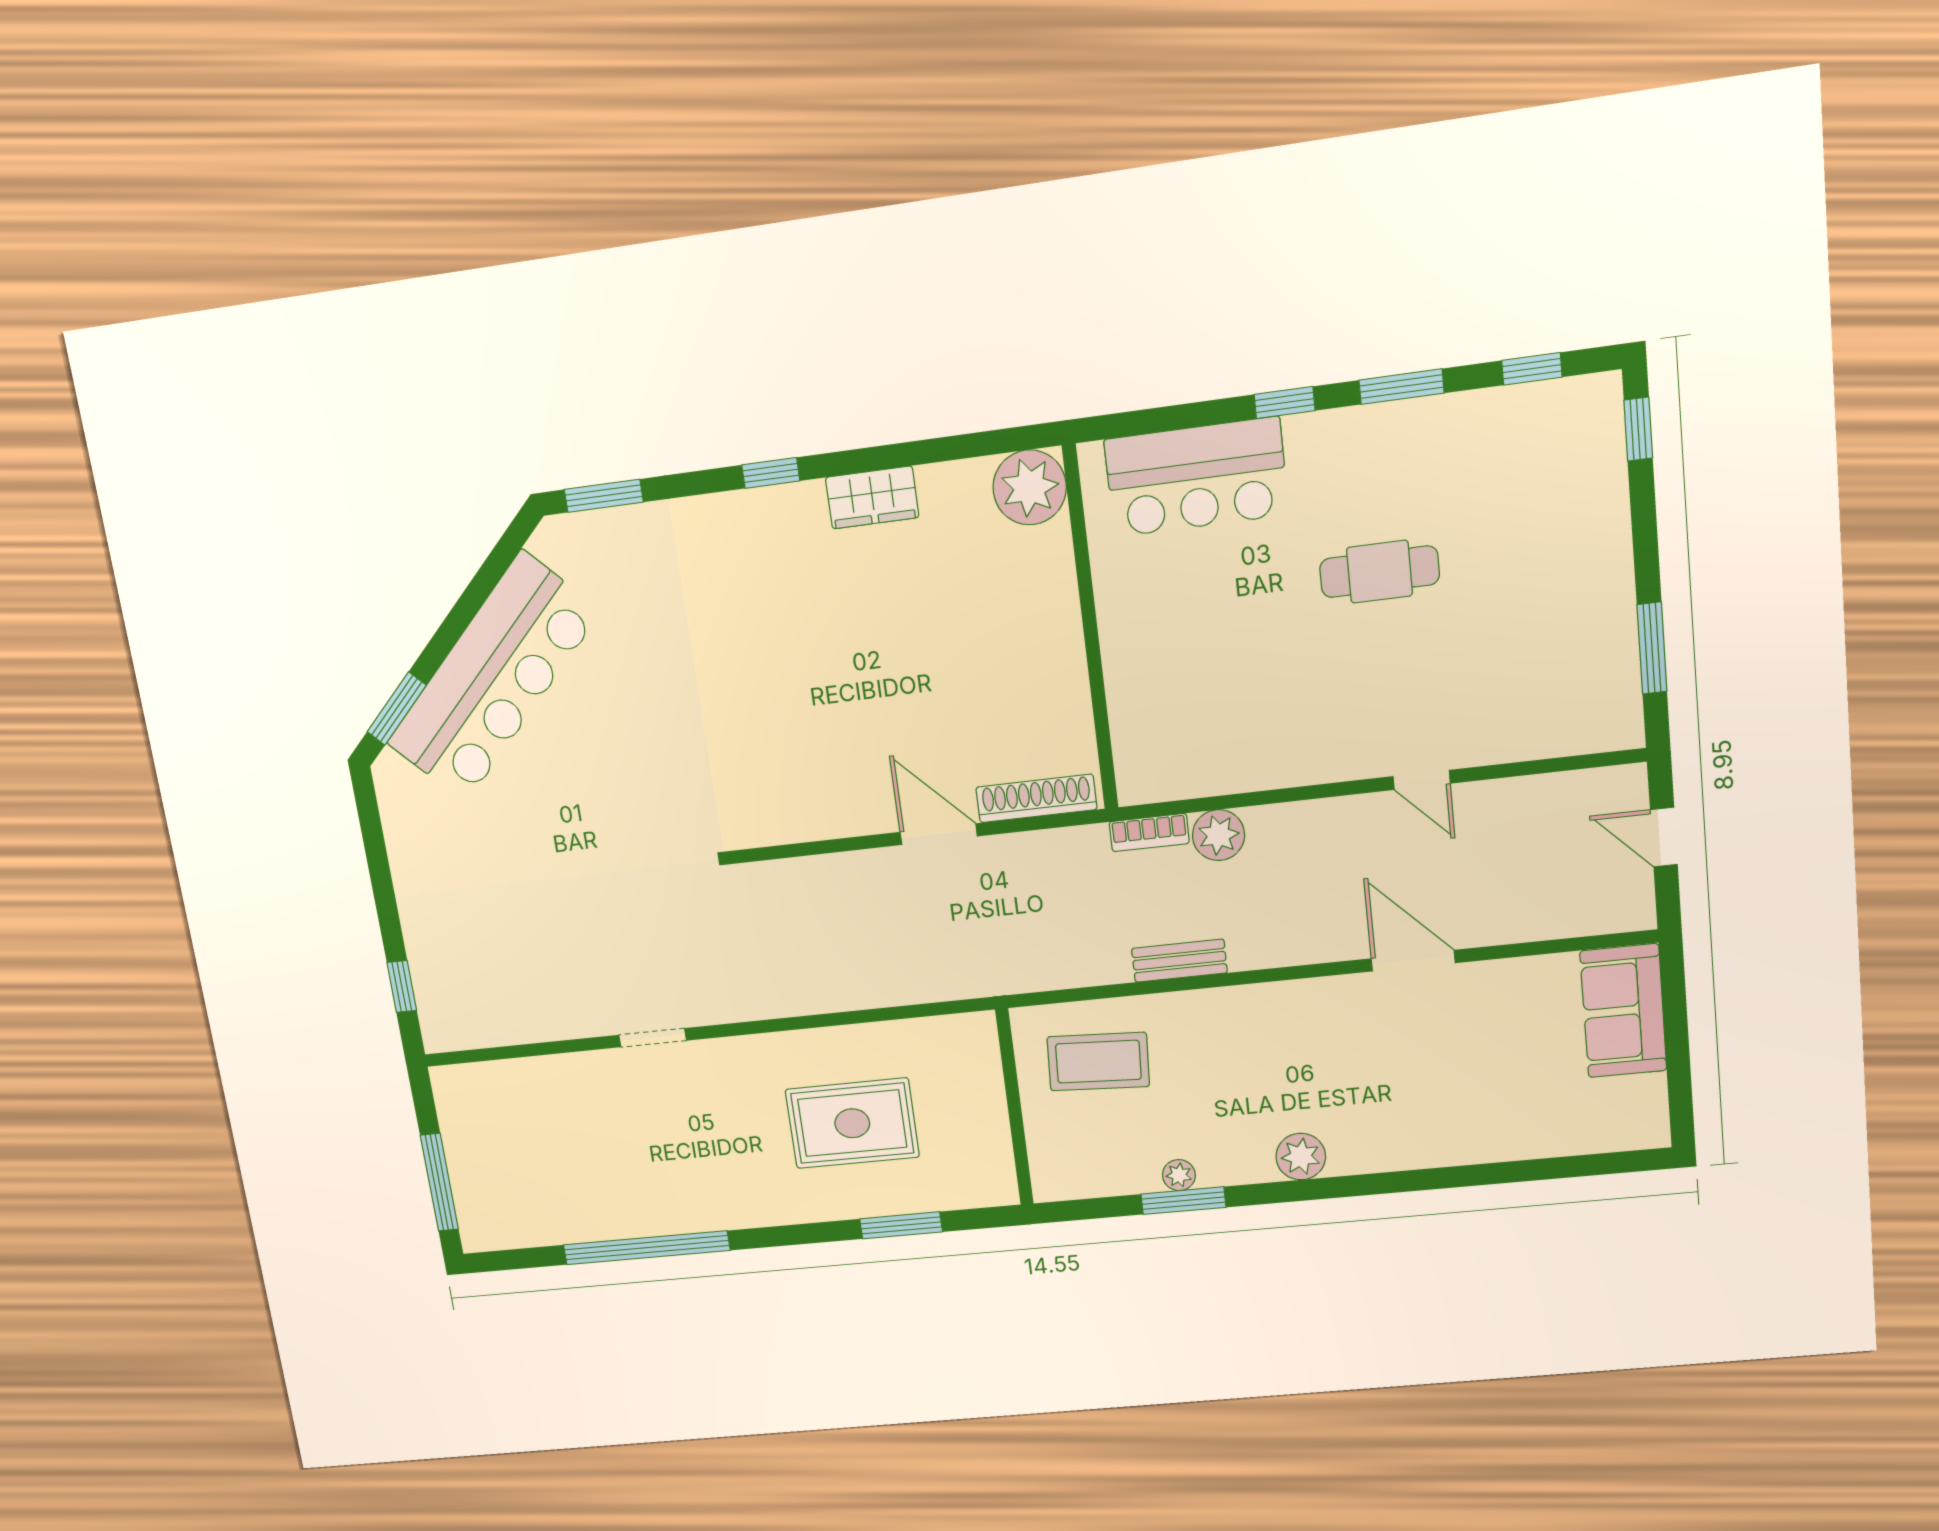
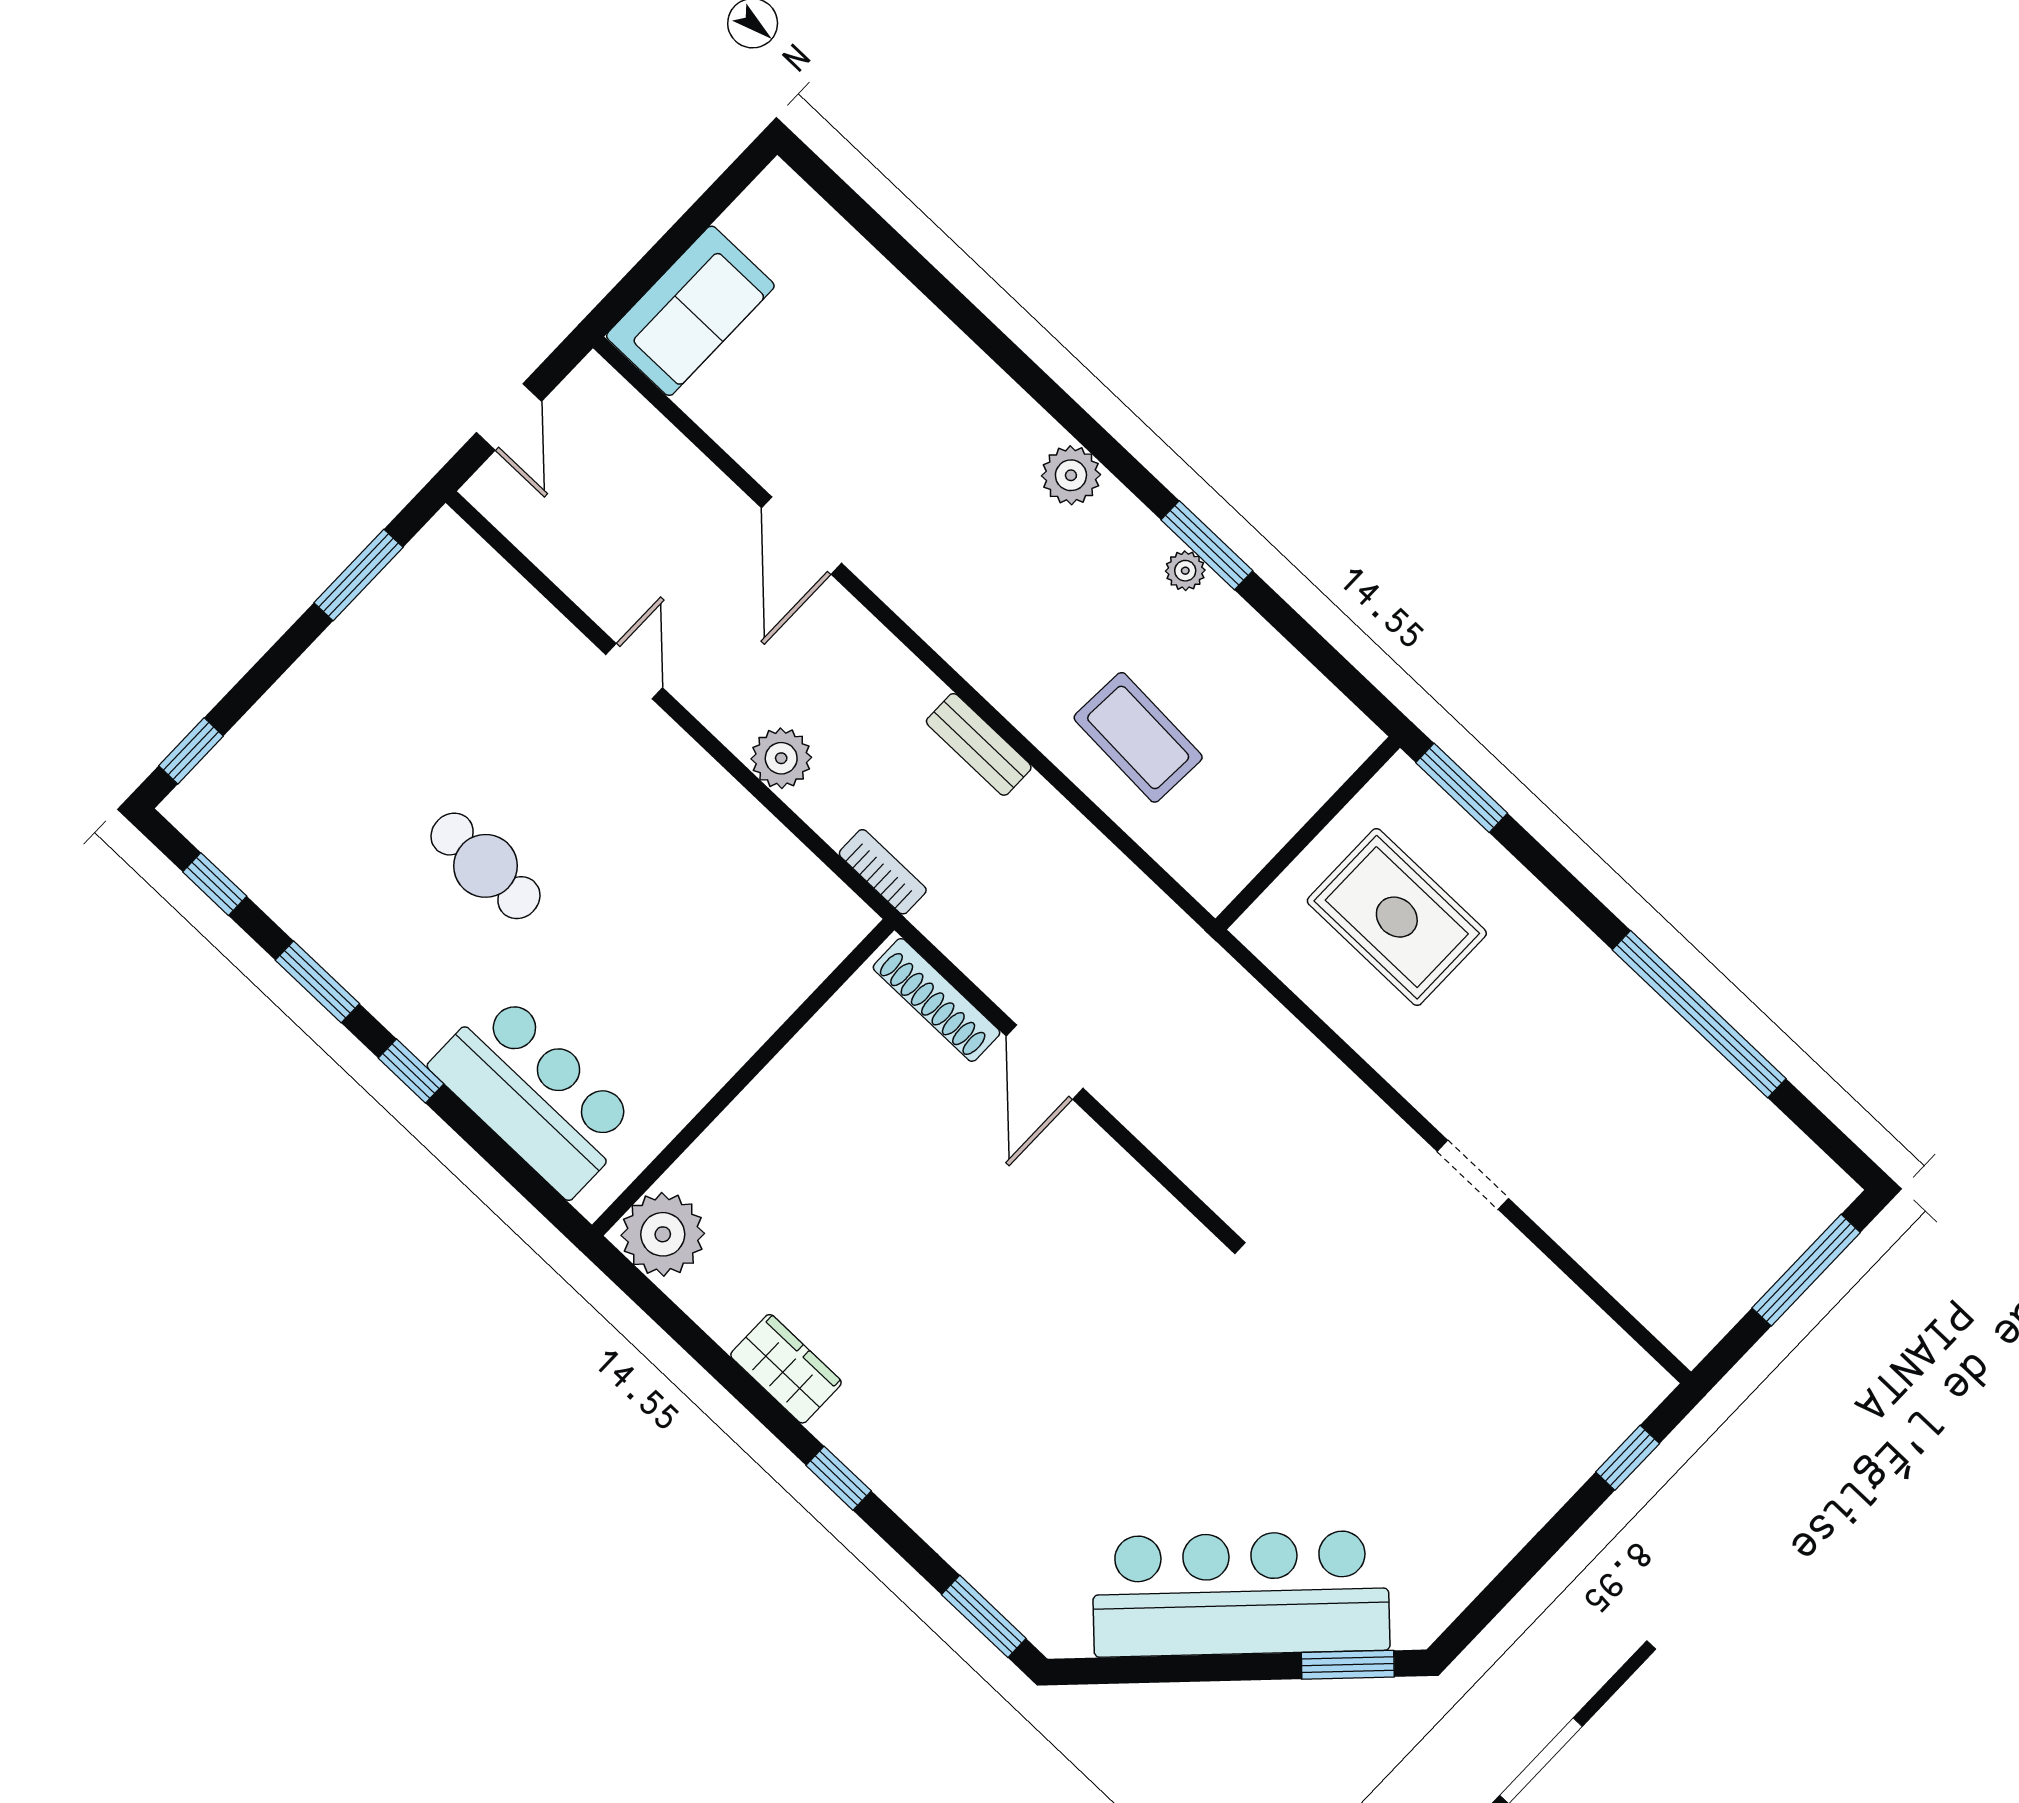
plant: (1219, 835) -> (781, 758), moved
wall: (1014, 1107) -> (1308, 833), moved

